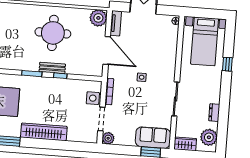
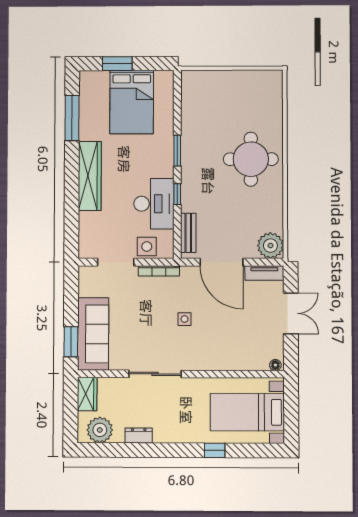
round table: (53, 33) -> (251, 159), moved
door: (107, 50) -> (221, 262), hinge flipped
bench: (52, 68) -> (188, 233), moved
desk: (65, 91) -> (154, 204), added
plant: (108, 138) -> (87, 275), removed
sofa: (153, 138) -> (93, 334), width x1.36

